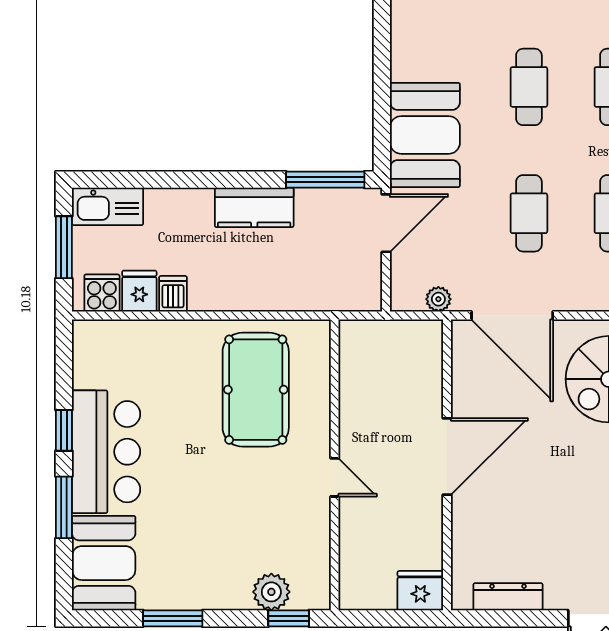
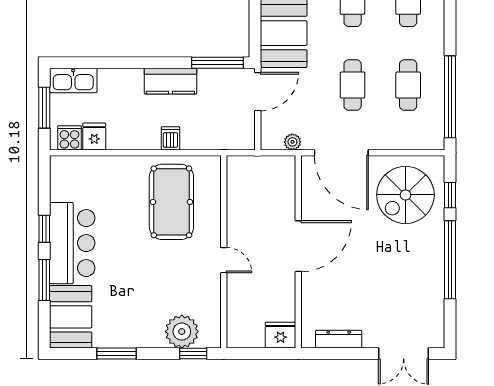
dishwasher: (173, 294) -> (170, 138), moved
plant: (271, 592) -> (182, 332), width x1.36, depth x1.36

